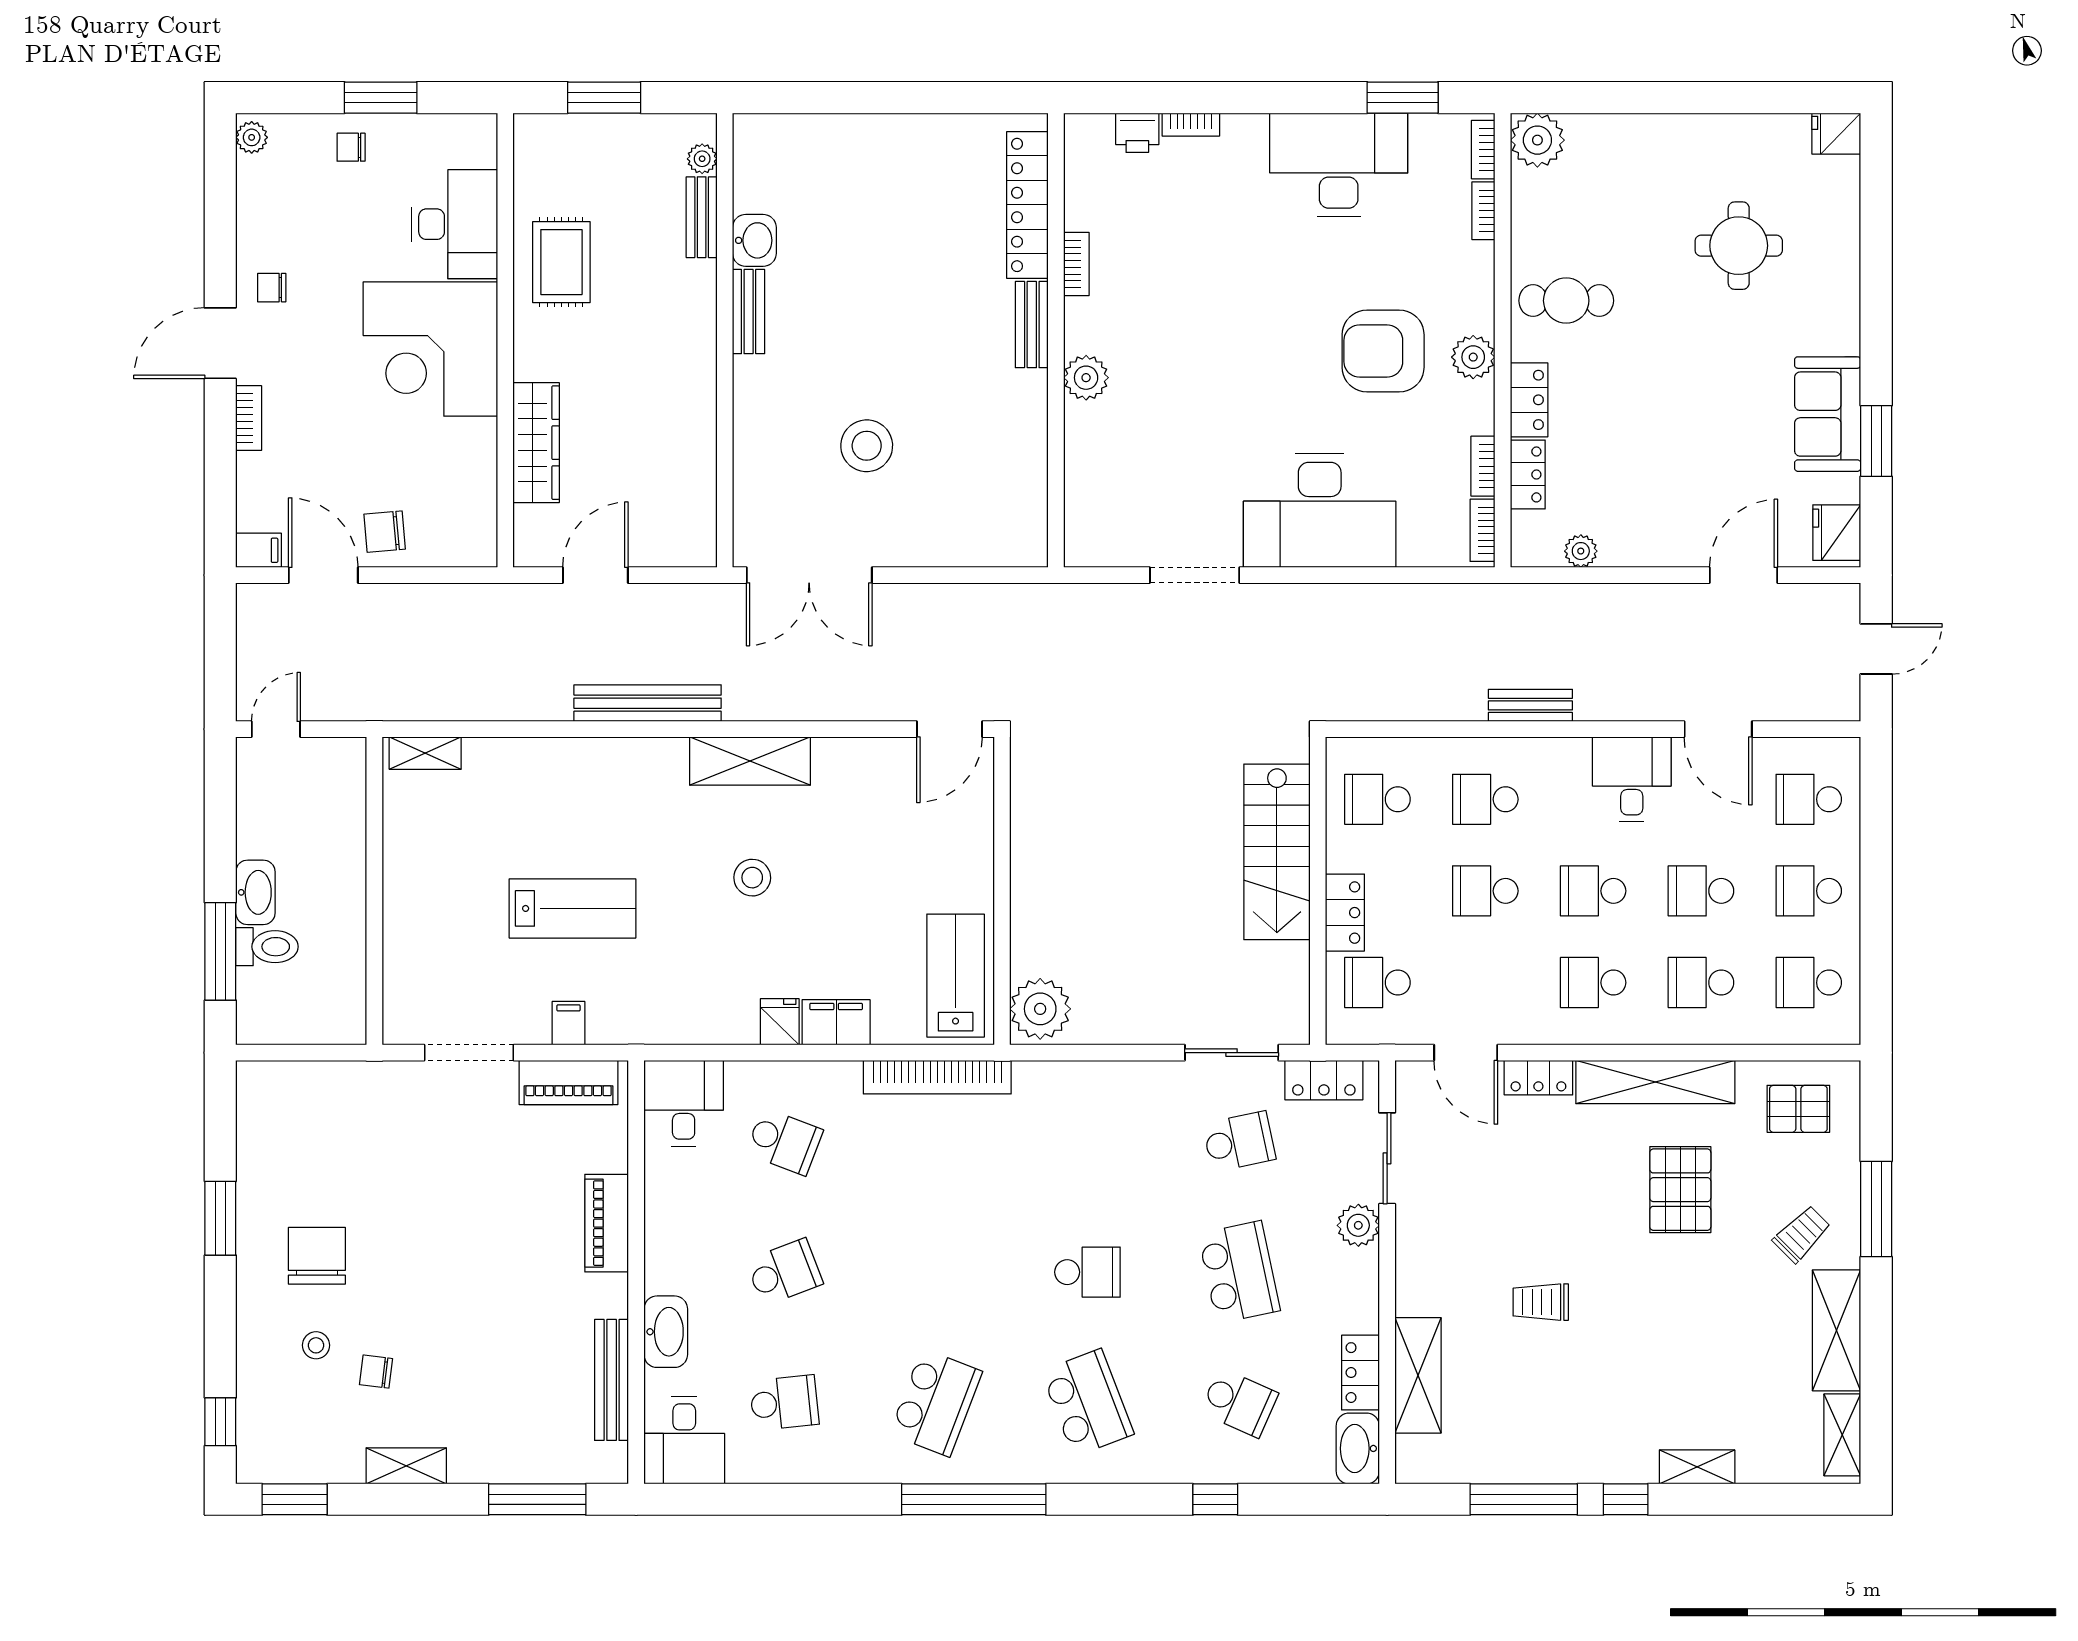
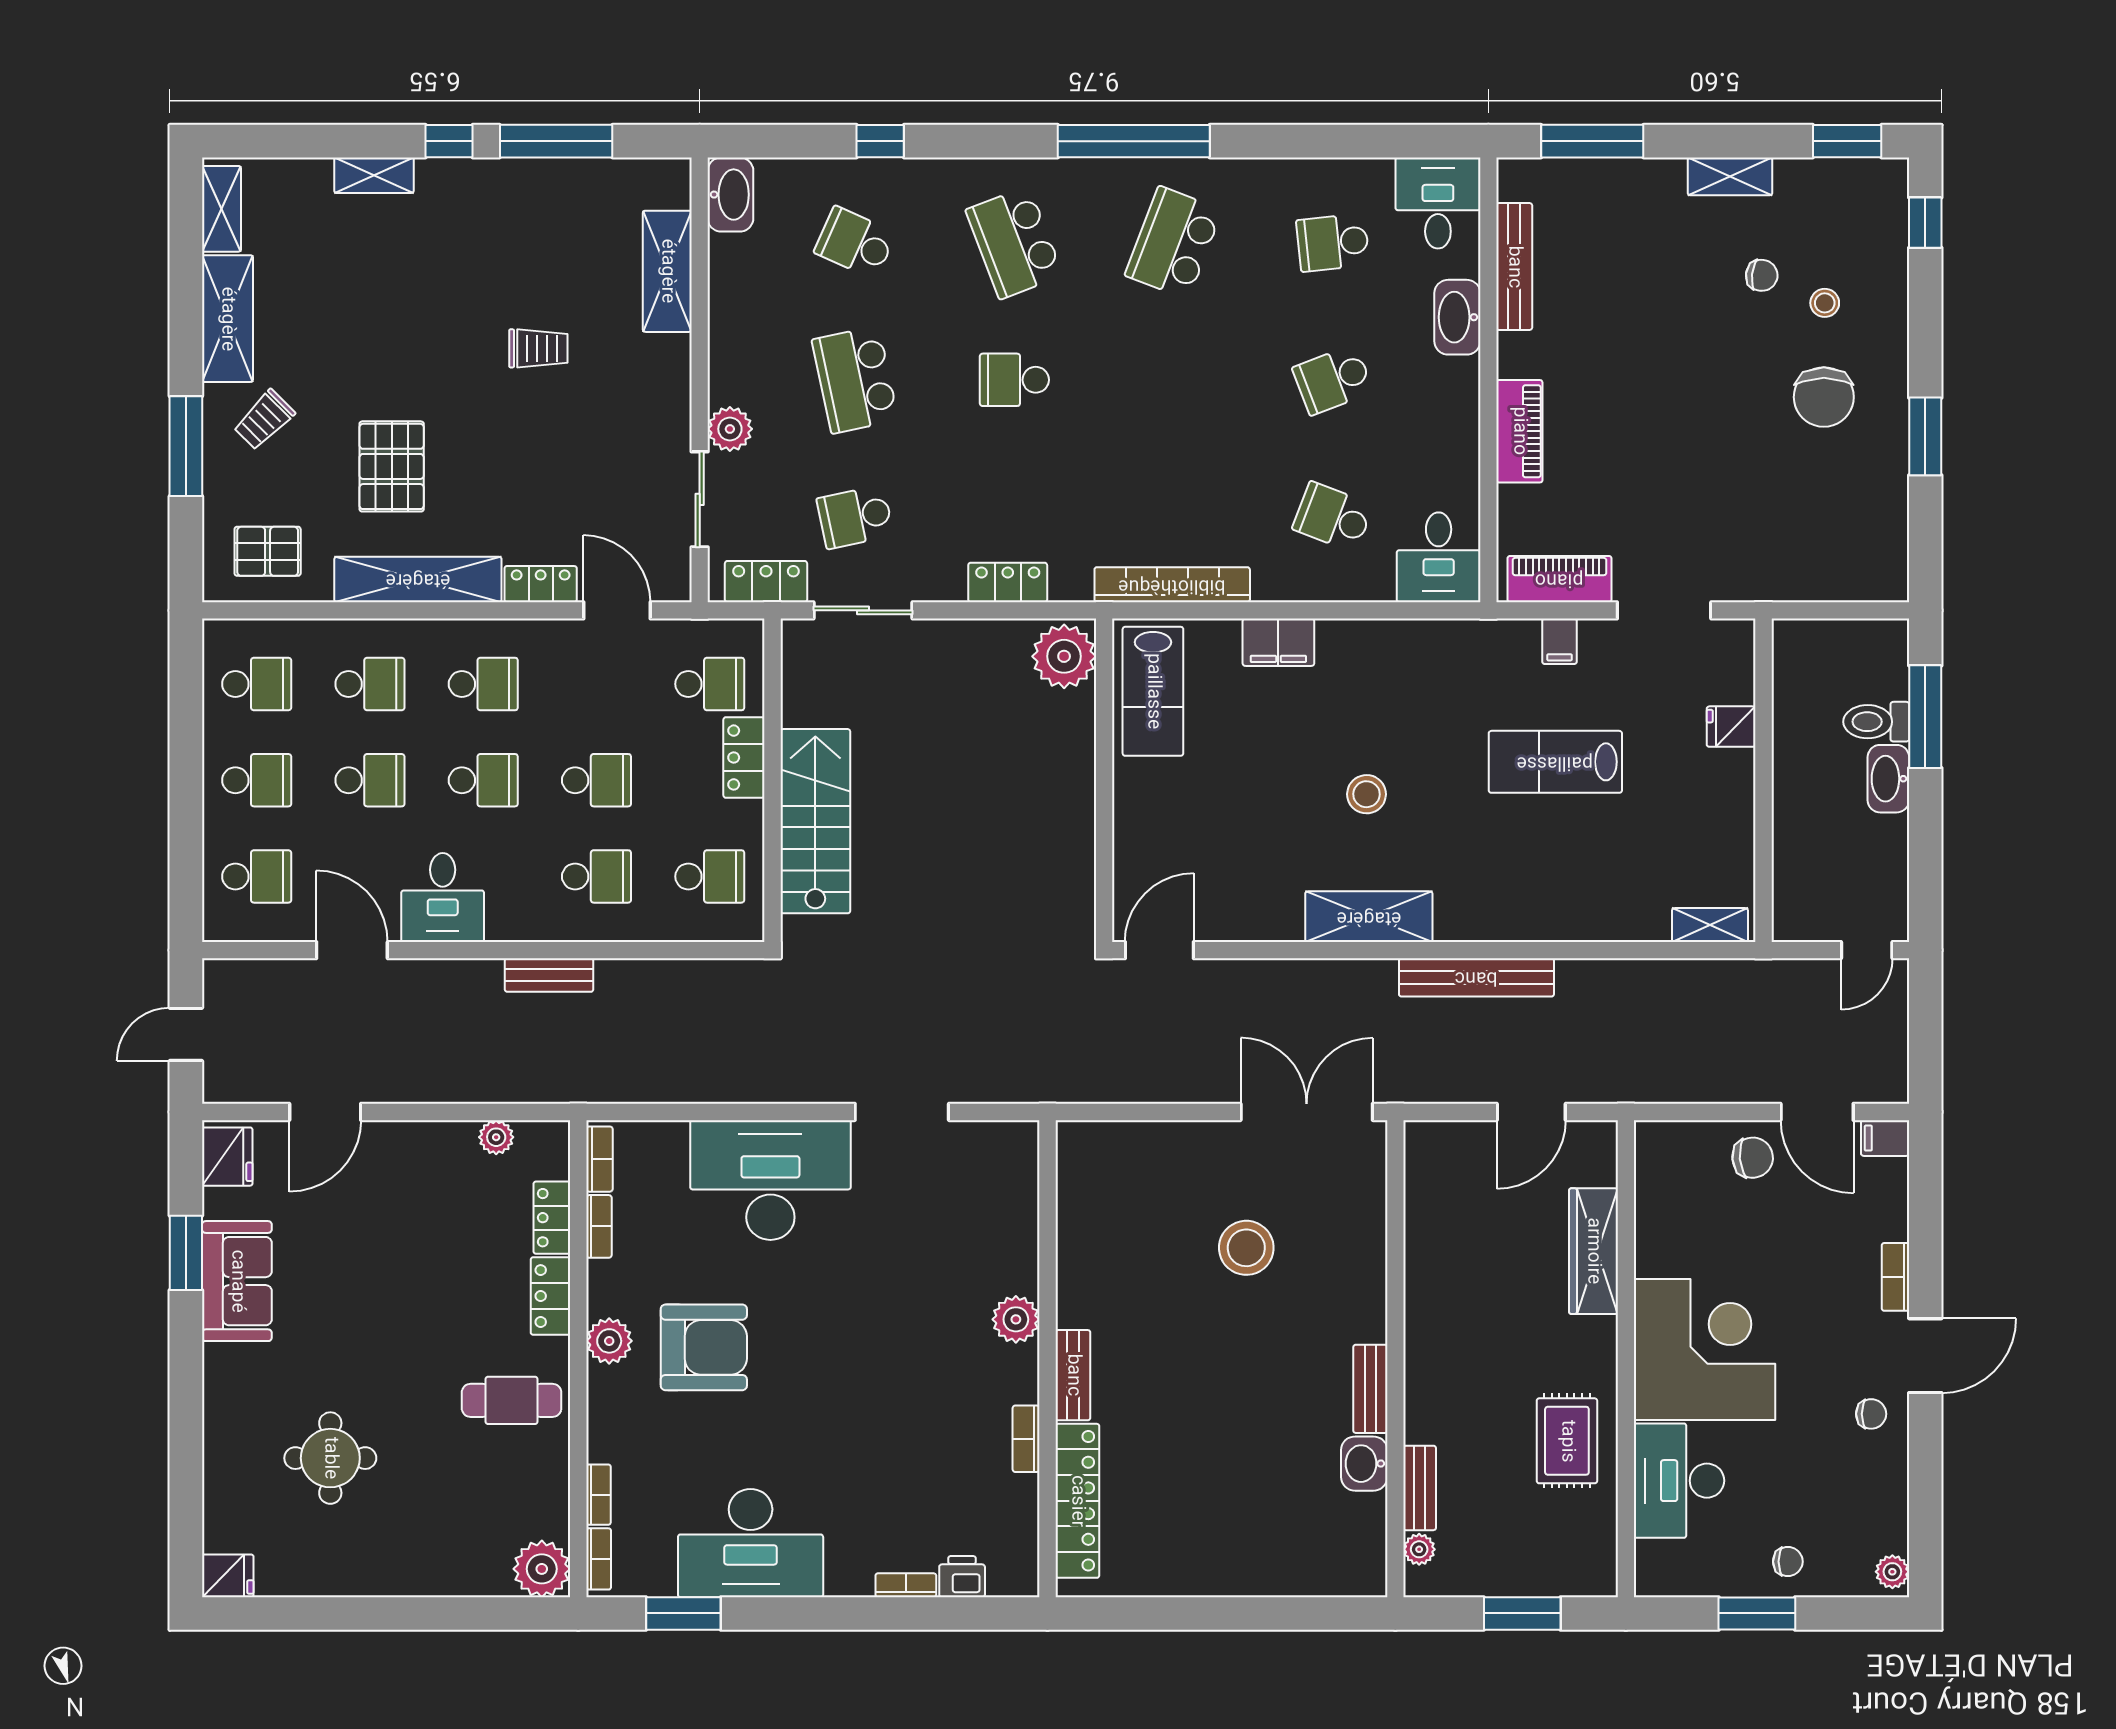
fridge: (780, 1022) -> (1731, 727), moved, turned 90
locker: (1360, 1373) -> (1008, 582), moved, turned -90

